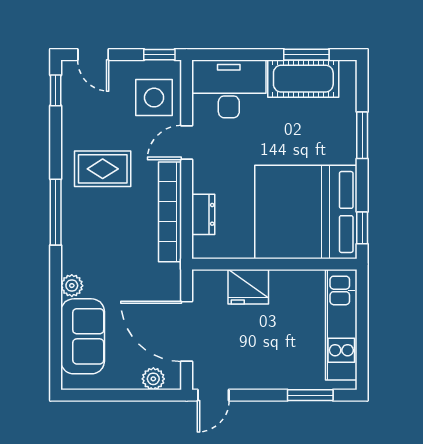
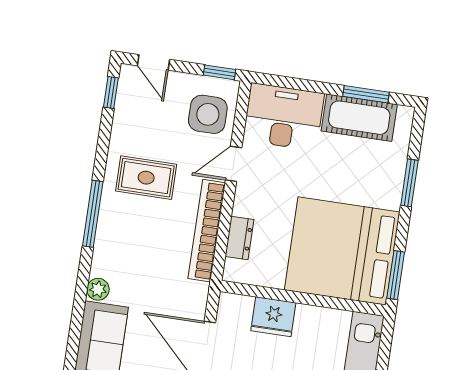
window: (362, 228) -> (396, 275), width x1.50

